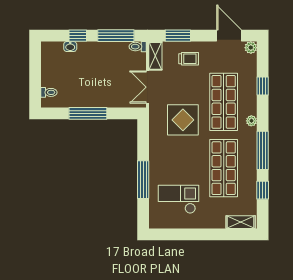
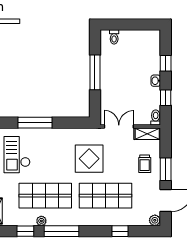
window: (116, 36) -> (166, 98), width x0.46
window: (178, 36) -> (166, 169), moved
washbasin: (70, 47) -> (156, 81), moved
plant: (251, 121) -> (41, 221), moved
checkout: (178, 199) -> (17, 155), turned 180

